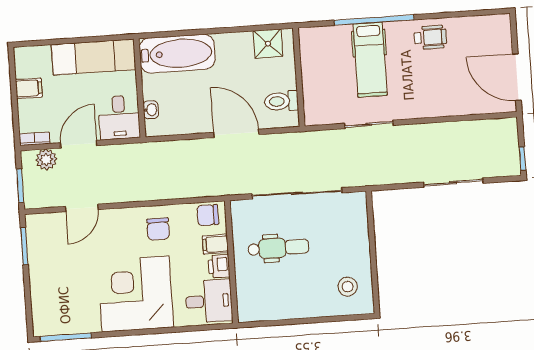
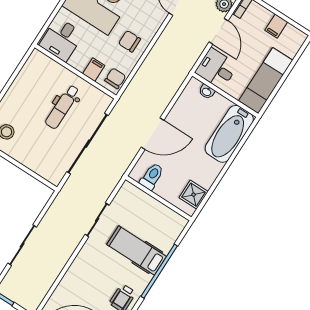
printer: (219, 266) -> (78, 62), removed

